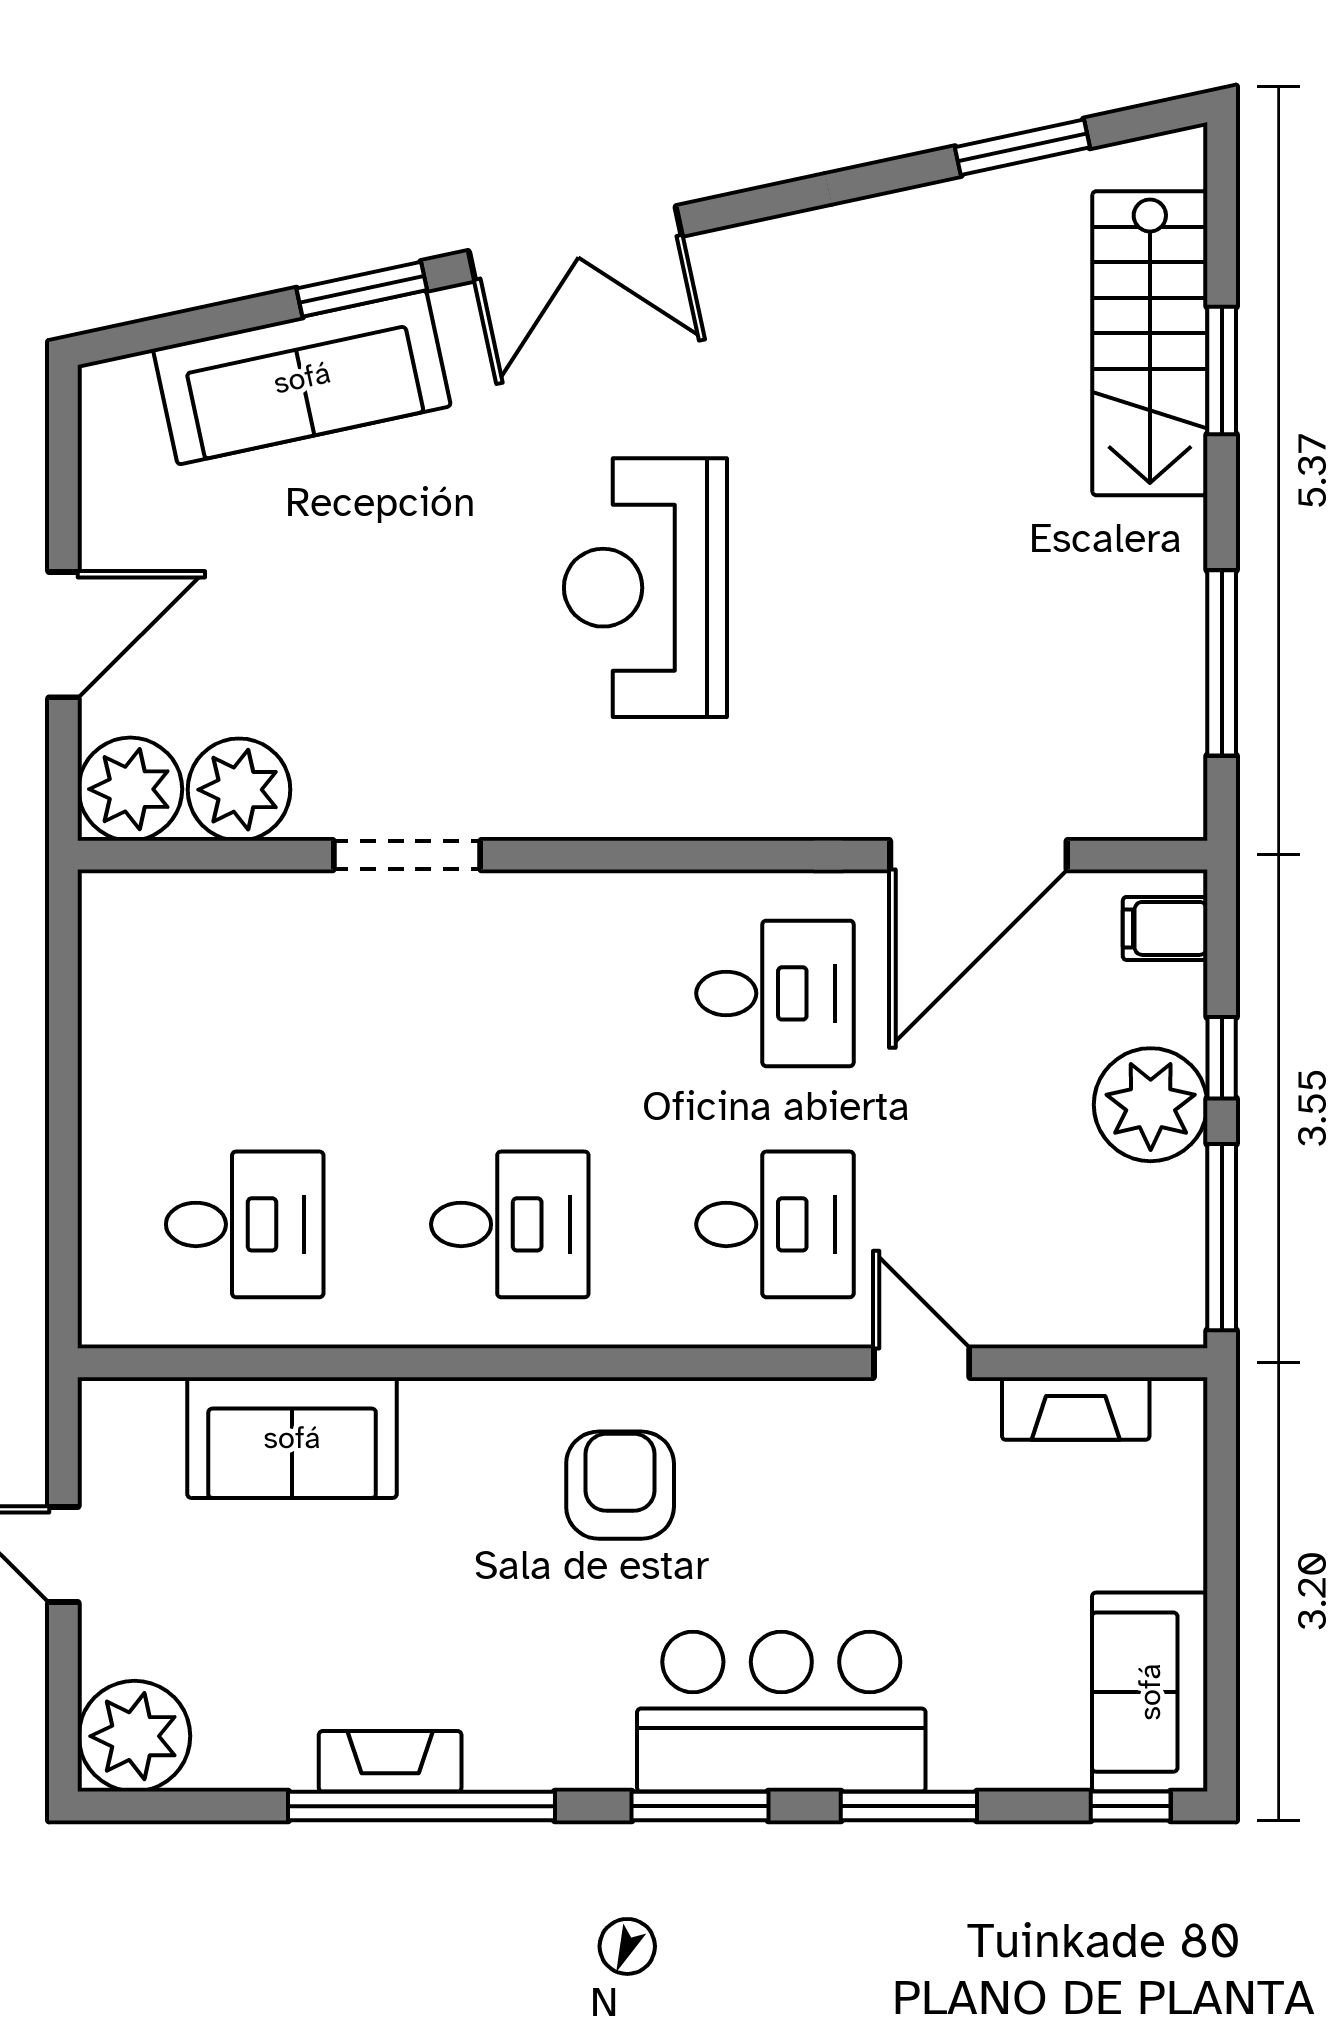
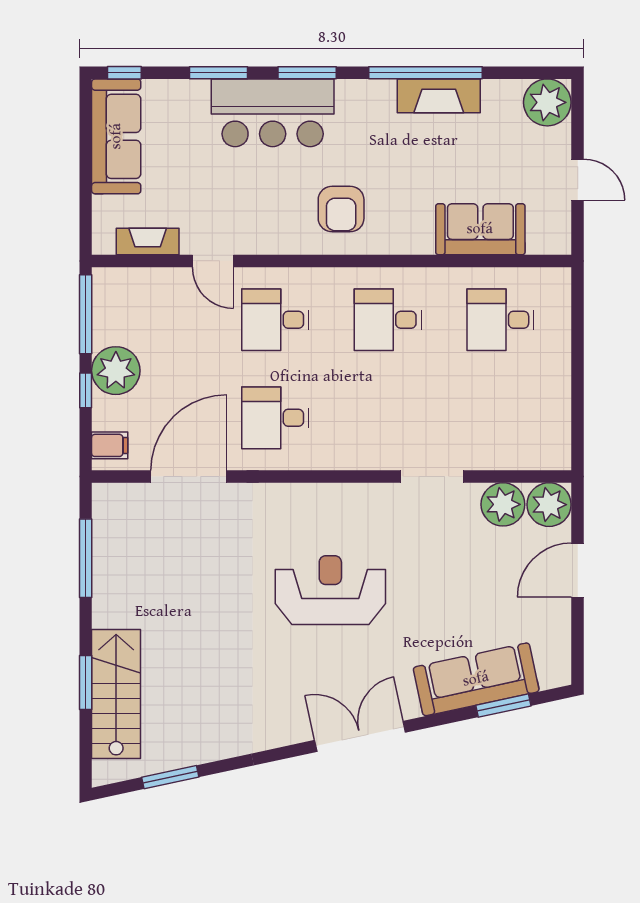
window: (362, 289) -> (503, 706), moved
reception desk: (645, 588) -> (330, 590), turned -90
sofa: (1150, 1692) -> (116, 136), width x1.36
fireplace: (390, 1761) -> (439, 96), width x1.37, depth x1.32

